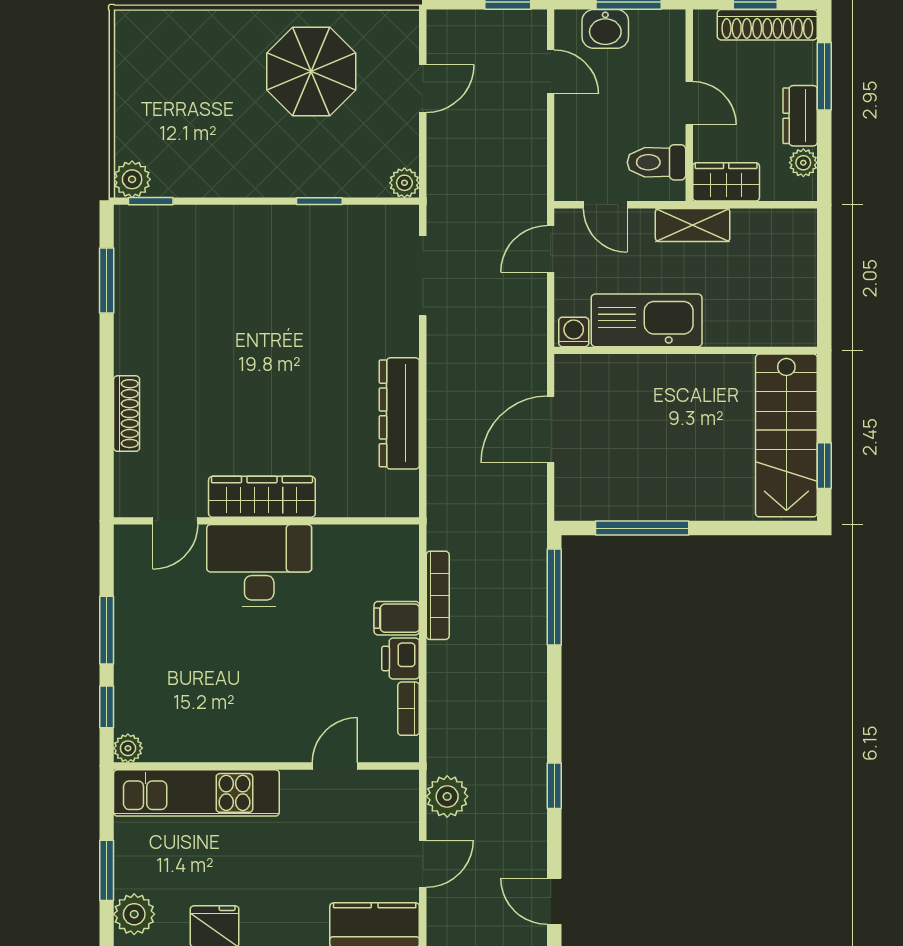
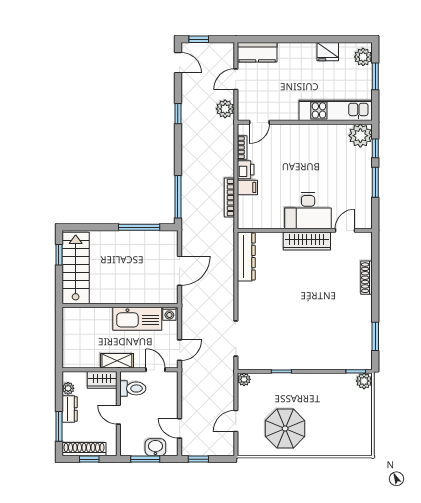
dresser: (399, 413) -> (246, 257), moved
plant: (128, 748) -> (360, 136), width x1.87, depth x1.87
door: (335, 766) -> (259, 122), moved

